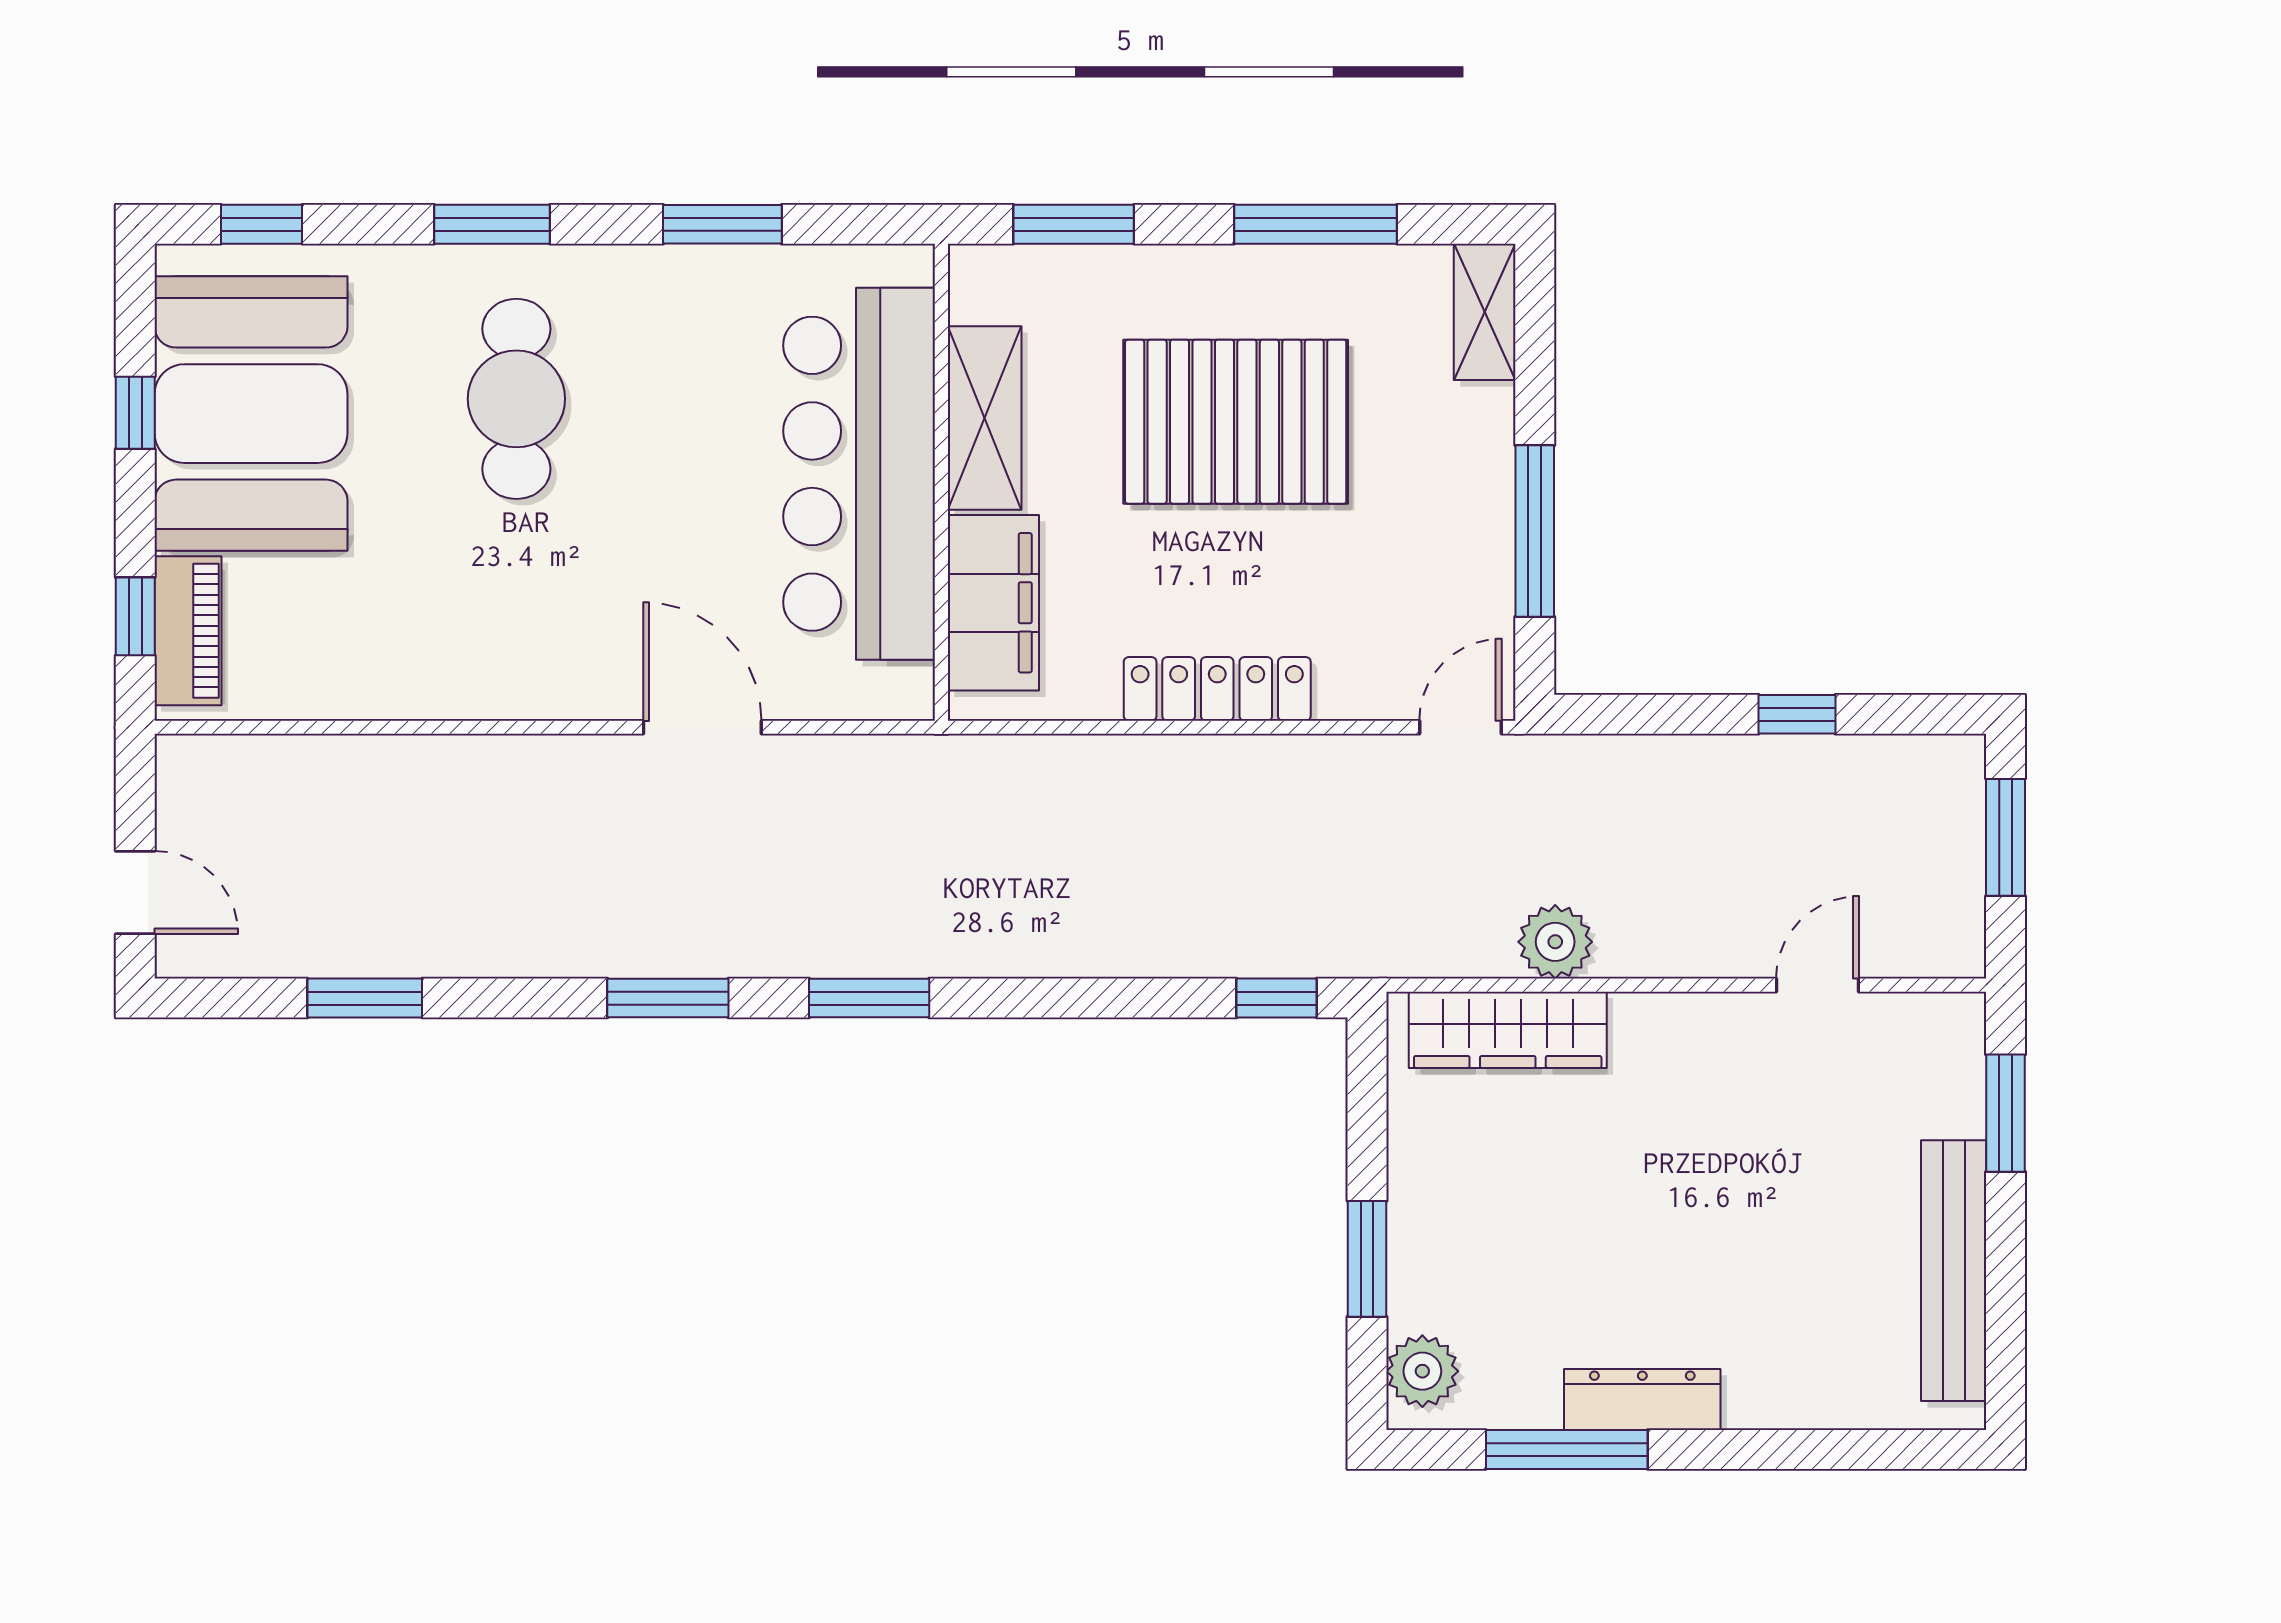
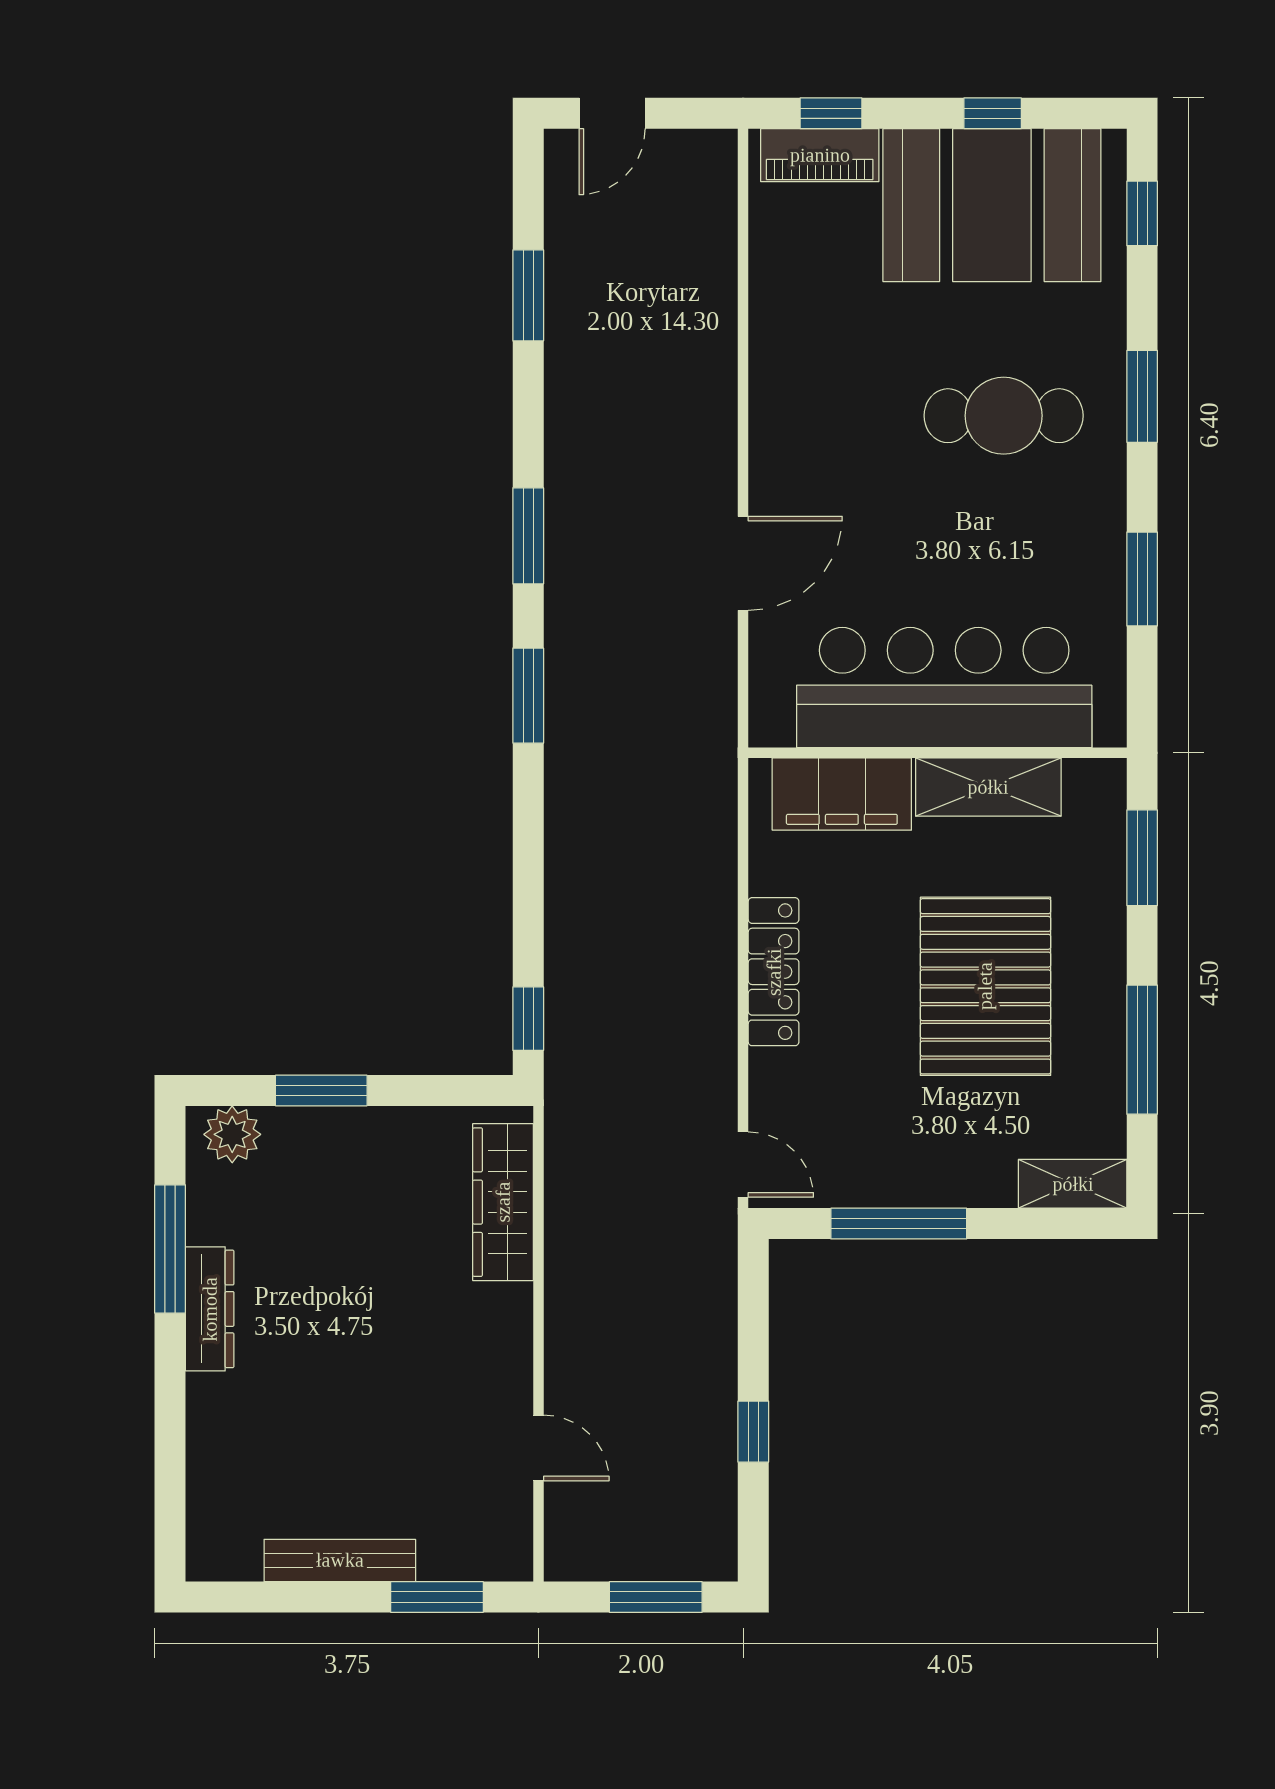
plant: (1555, 942) -> (573, 1240), removed
bench: (1954, 1271) -> (340, 1560), width x0.73, depth x0.82

